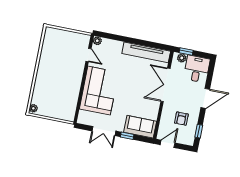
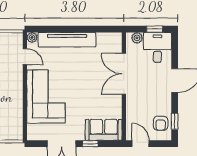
window: (186, 51) -> (155, 29), moved
tv unit: (146, 52) -> (67, 40), moved
armchair: (181, 119) -> (161, 123), moved
door: (168, 144) -> (141, 144), hinge flipped

